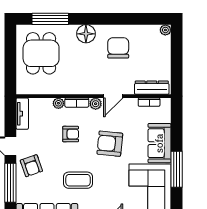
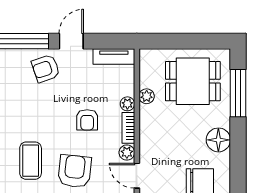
plant: (53, 89) -> (147, 96), added
coffee table: (78, 180) -> (31, 161), moved

